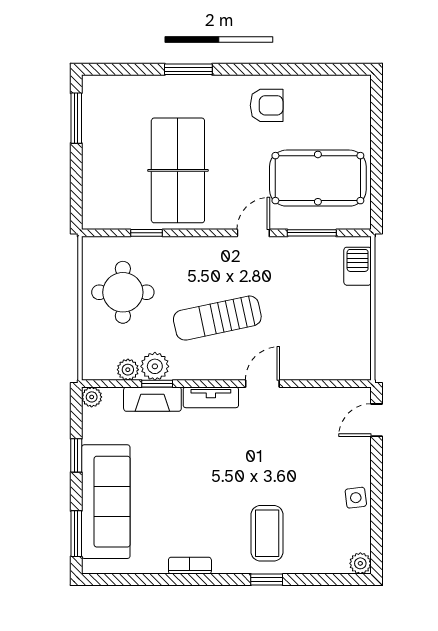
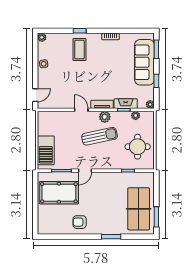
table tennis table: (178, 170) -> (139, 209), moved
barbecue: (358, 266) -> (46, 150), width x1.88, depth x1.53
plant: (155, 366) -> (105, 117), moved
door: (262, 384) -> (81, 110), swing flipped

